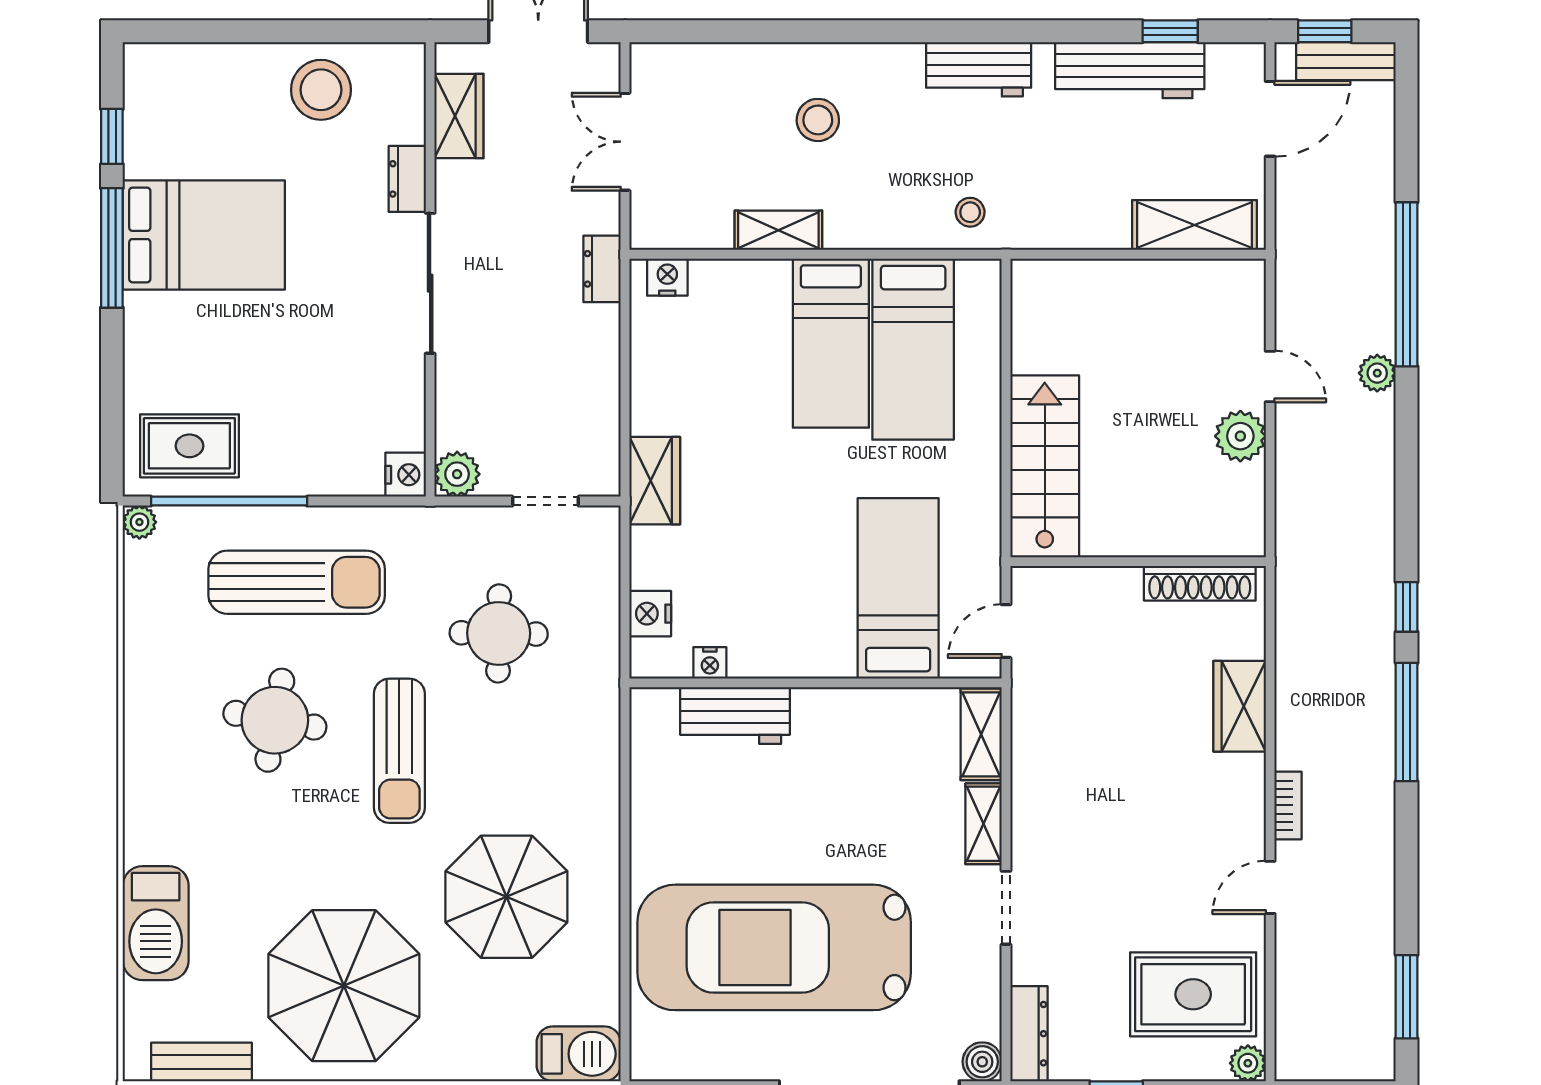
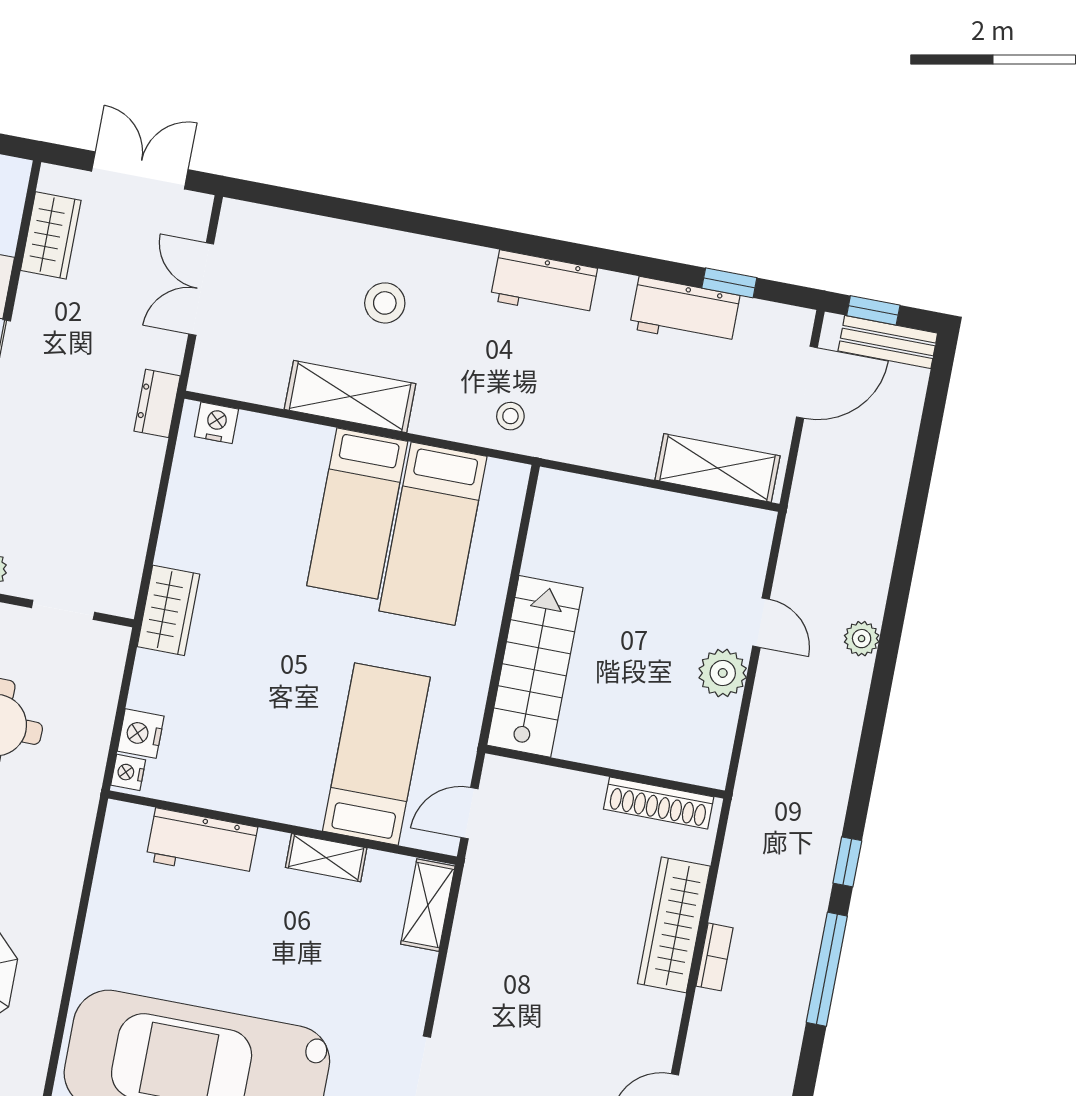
workbench: (1130, 70) -> (685, 312), width x0.73
shelving: (778, 230) -> (350, 397), width x1.50, depth x1.33
window: (1407, 284) -> (905, 561), removed
nightstand: (710, 663) -> (128, 772), moved, turned 90
wardrobe: (1240, 706) -> (674, 925), width x1.50
bookcase: (1288, 805) -> (715, 957), moved
shelving: (984, 824) -> (326, 858), moved, turned 90

